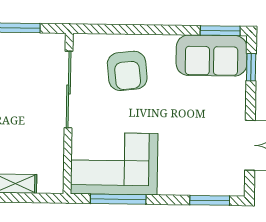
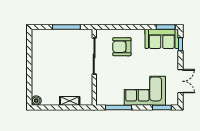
armchair: (127, 71) -> (122, 47), turned 96
corner sofa: (114, 164) -> (145, 91), moved

